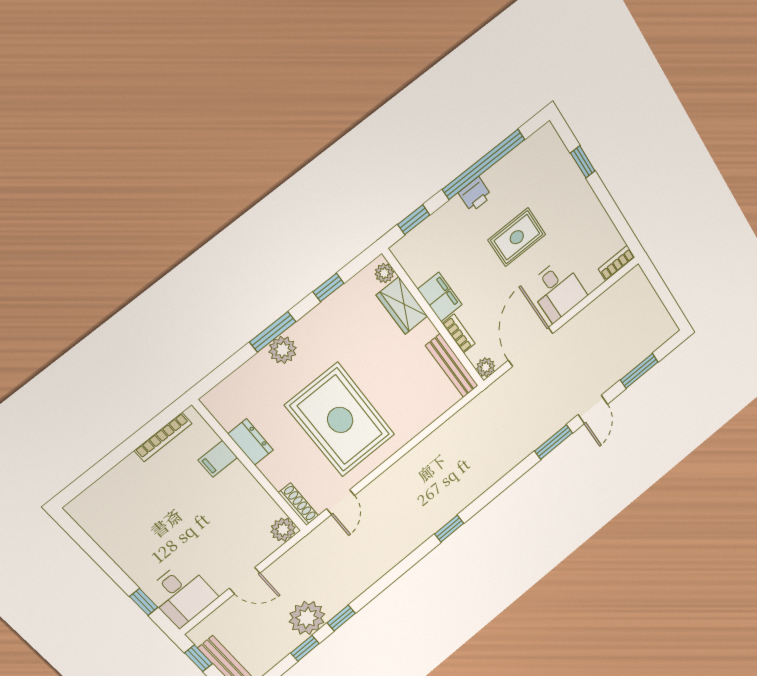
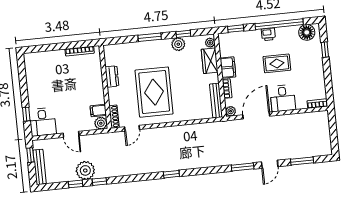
floor lamp: (538, 150) -> (307, 32), added
plant: (283, 350) -> (178, 44), moved
filing cabinet: (218, 459) -> (98, 111), moved

